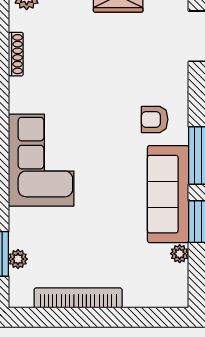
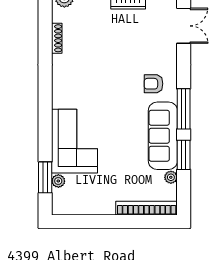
corner sofa: (41, 160) -> (74, 141), moved
bookcase: (78, 298) -> (147, 208), moved

